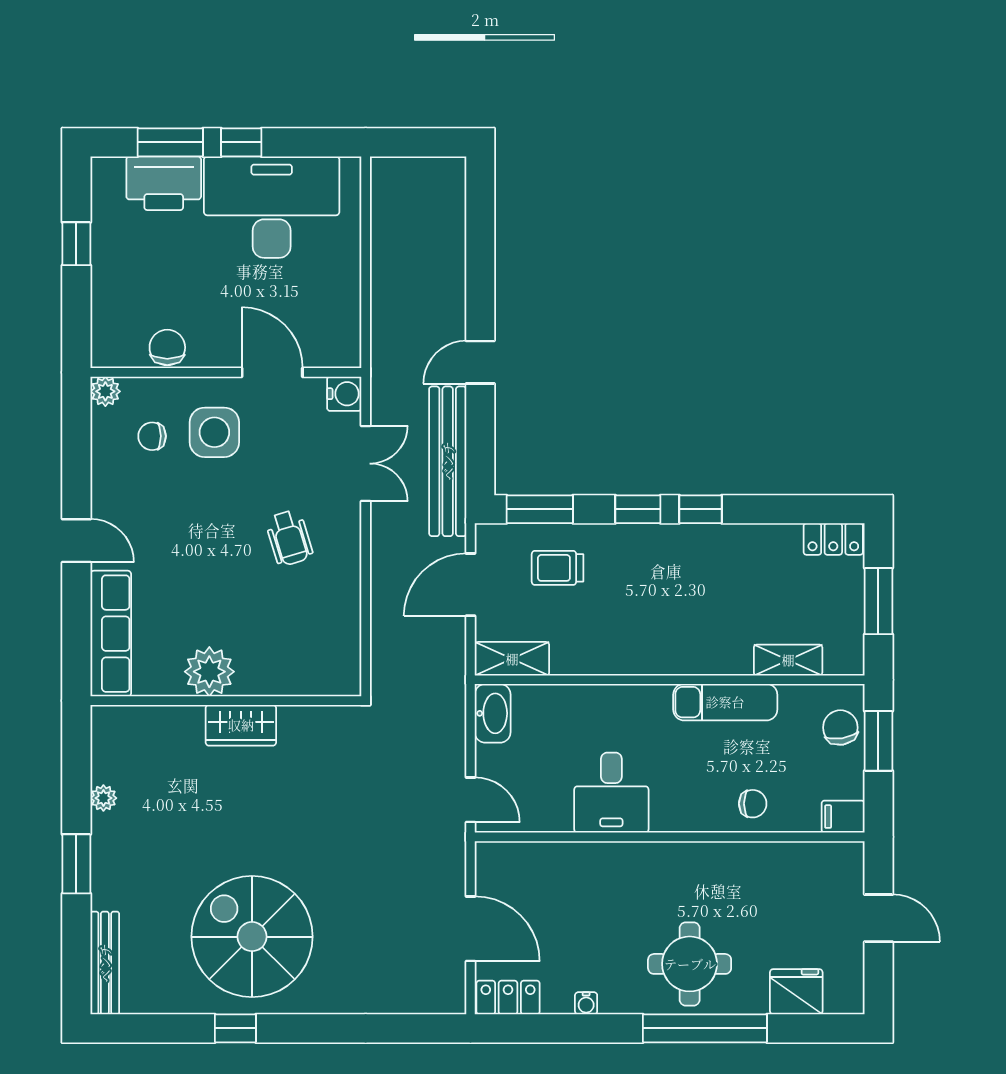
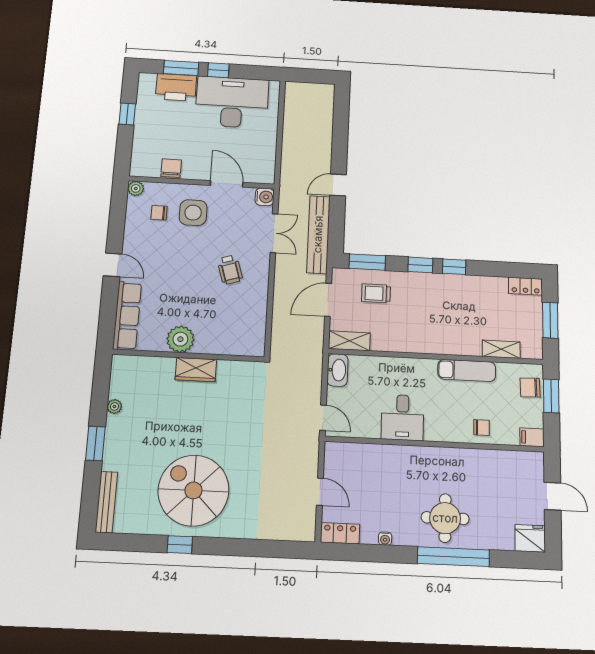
chair: (840, 728) -> (530, 388), turned -83
door: (470, 929) -> (320, 492), width x0.73
fridge: (796, 992) -> (530, 538), moved

